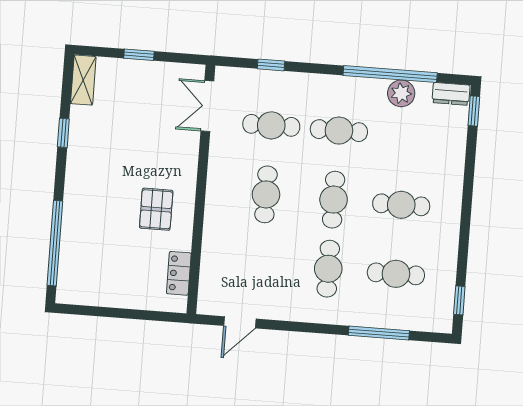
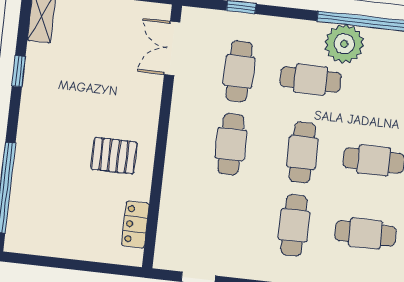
plant: (401, 93) -> (344, 44), moved, width x1.36, depth x1.36
cafe table: (271, 125) -> (239, 71), turned 90
pallet: (156, 209) -> (114, 156), turned 90

